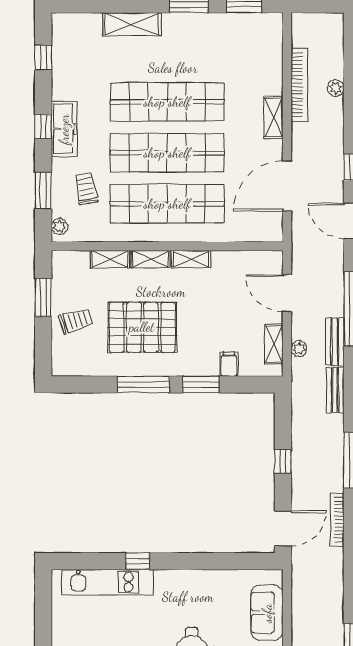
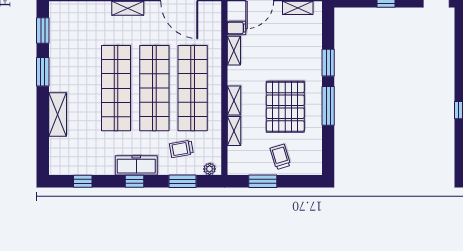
shelving: (191, 259) -> (234, 51), moved
filing cabinet: (229, 364) -> (237, 28), moved, turned 180

